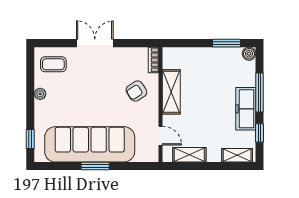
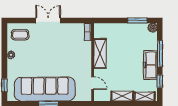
armchair: (136, 91) -> (76, 53), removed
shelving: (189, 155) -> (122, 96), moved

